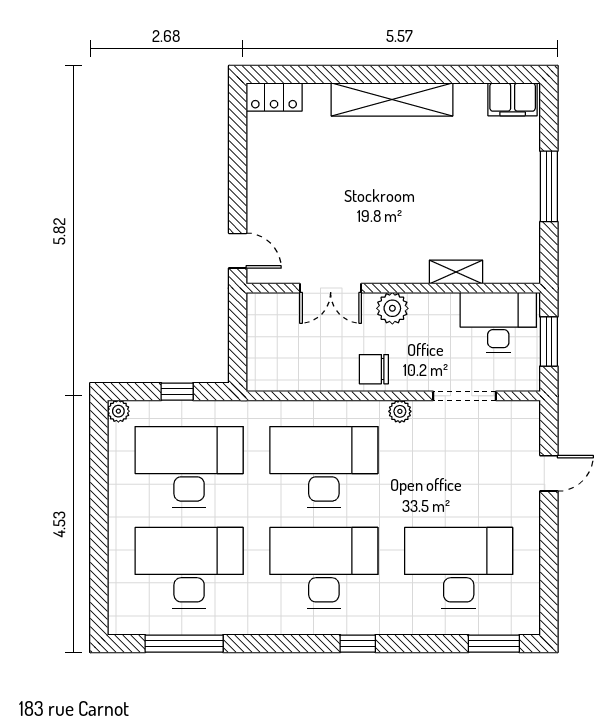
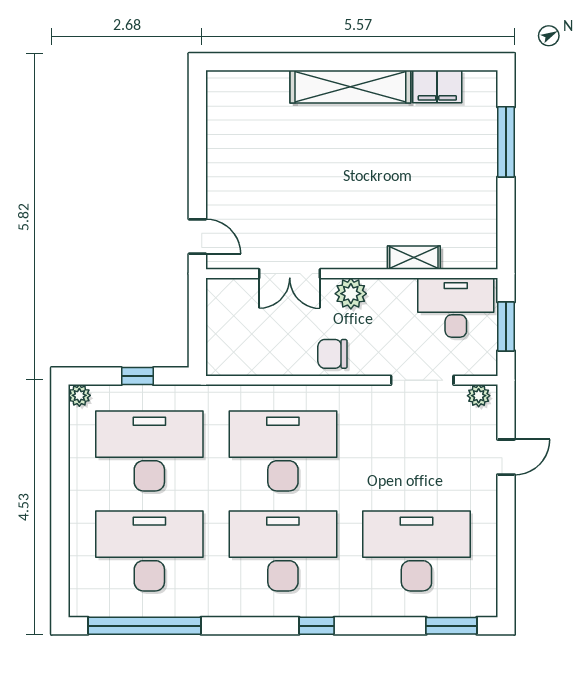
locker: (274, 97) -> (234, 84), removed
filing cabinet: (513, 99) -> (437, 87), moved
window: (549, 186) -> (506, 142), moved
plant: (400, 411) -> (479, 396), moved
window: (184, 644) -> (144, 626), width x1.46

